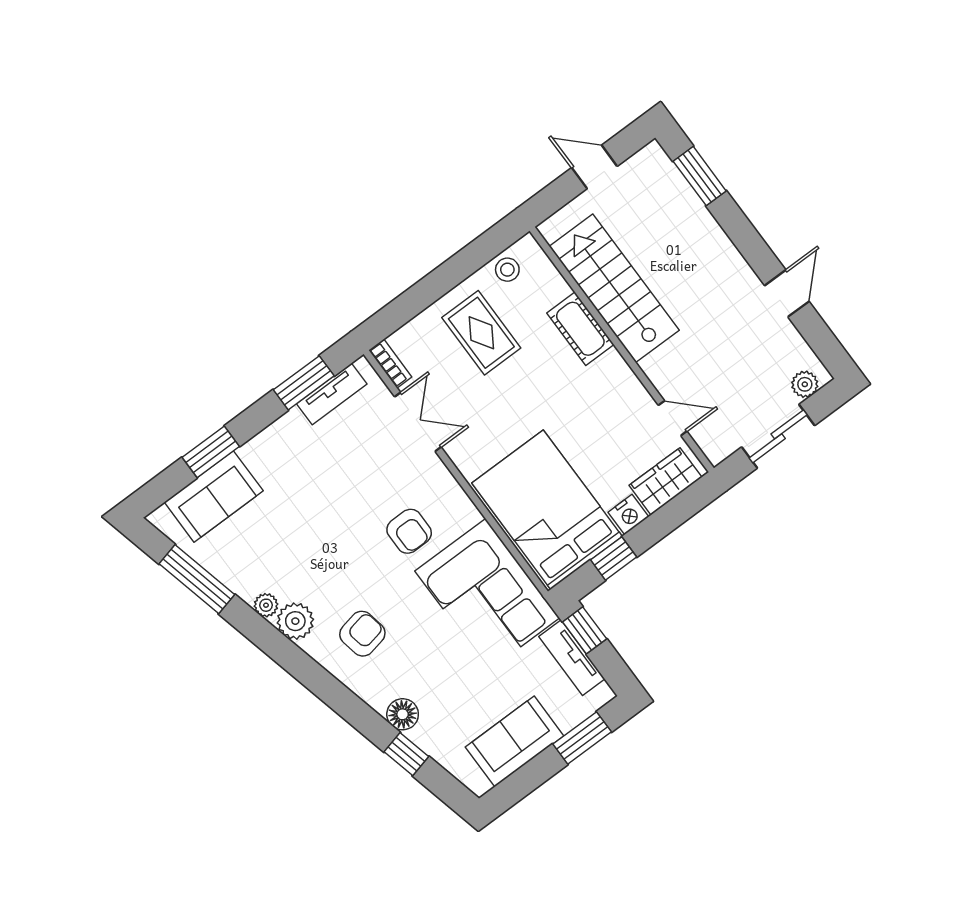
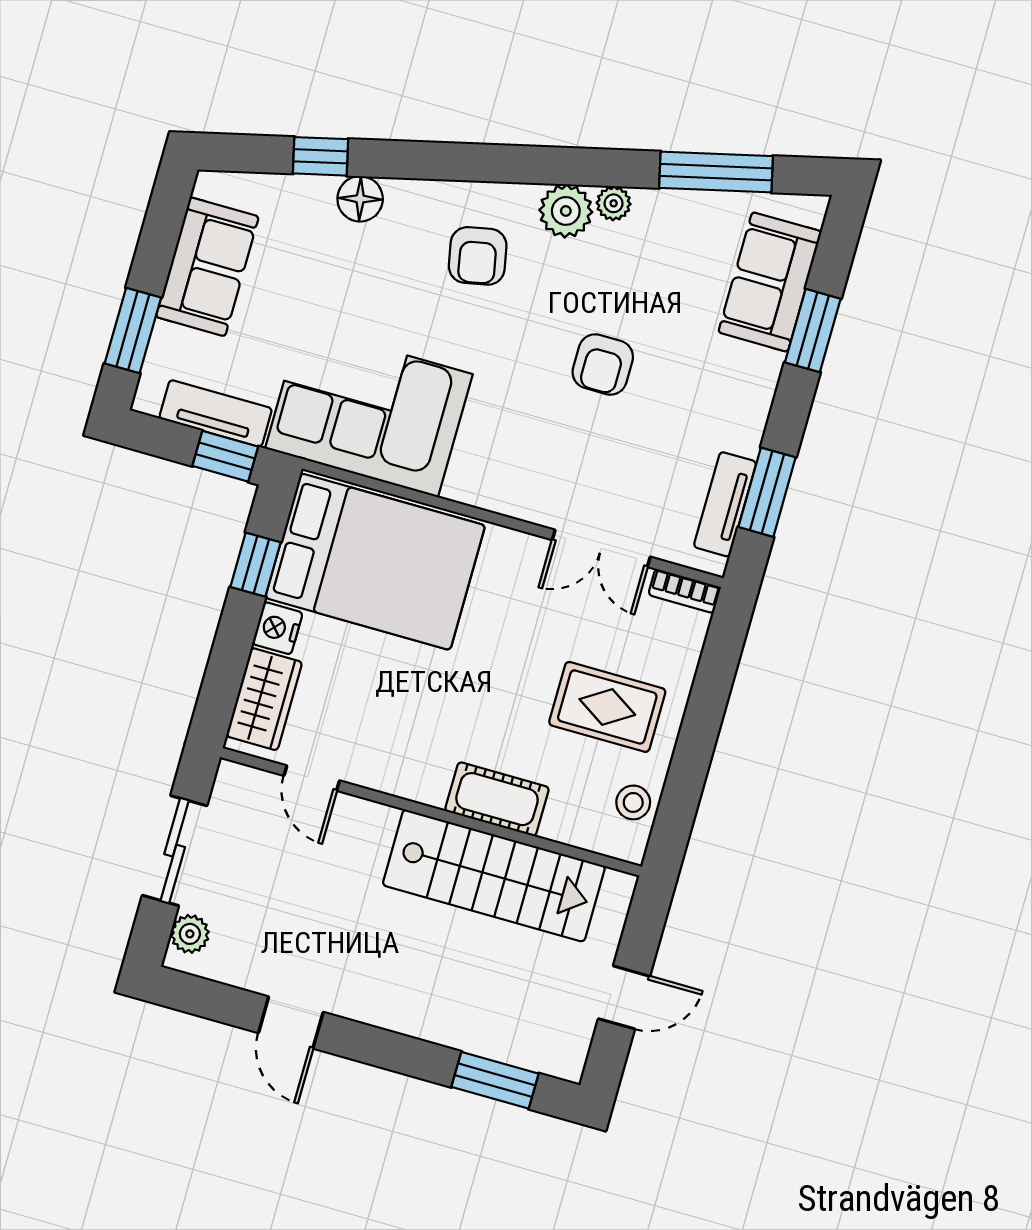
door: (673, 418) -> (312, 778), hinge flipped
armchair: (409, 531) -> (603, 364), moved, turned -90

